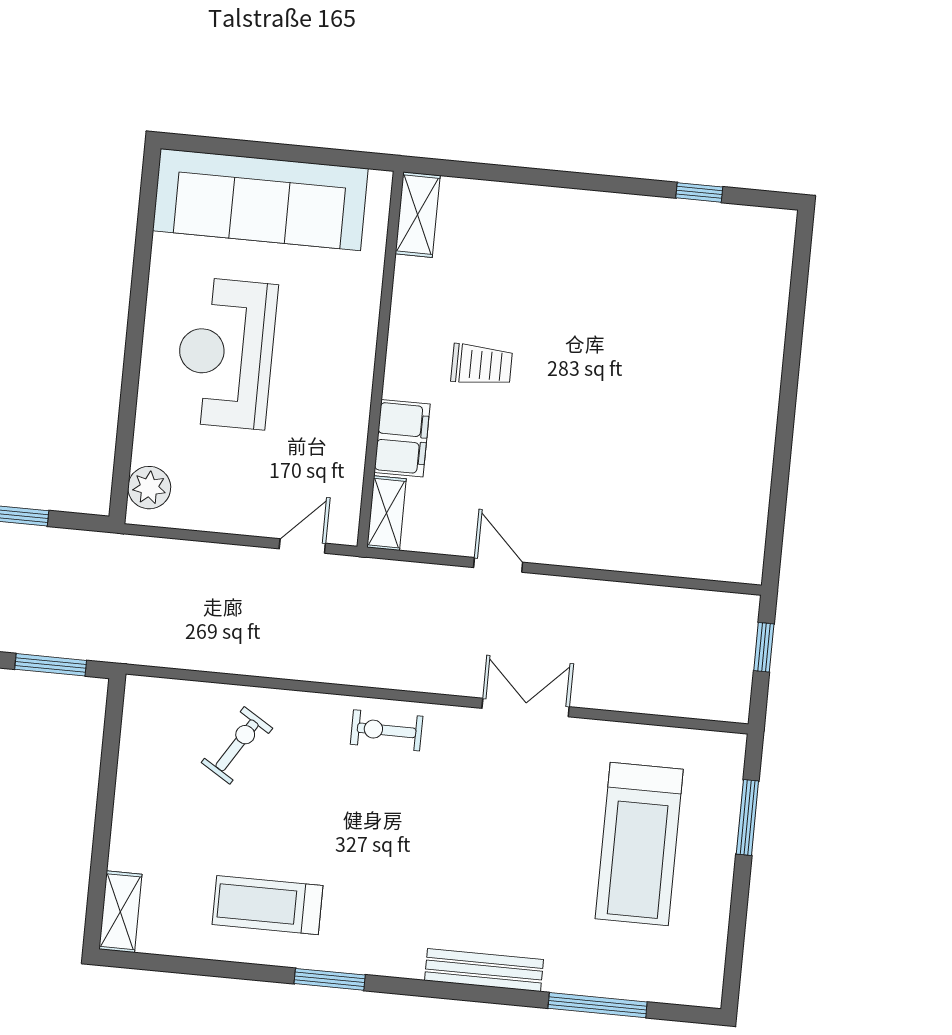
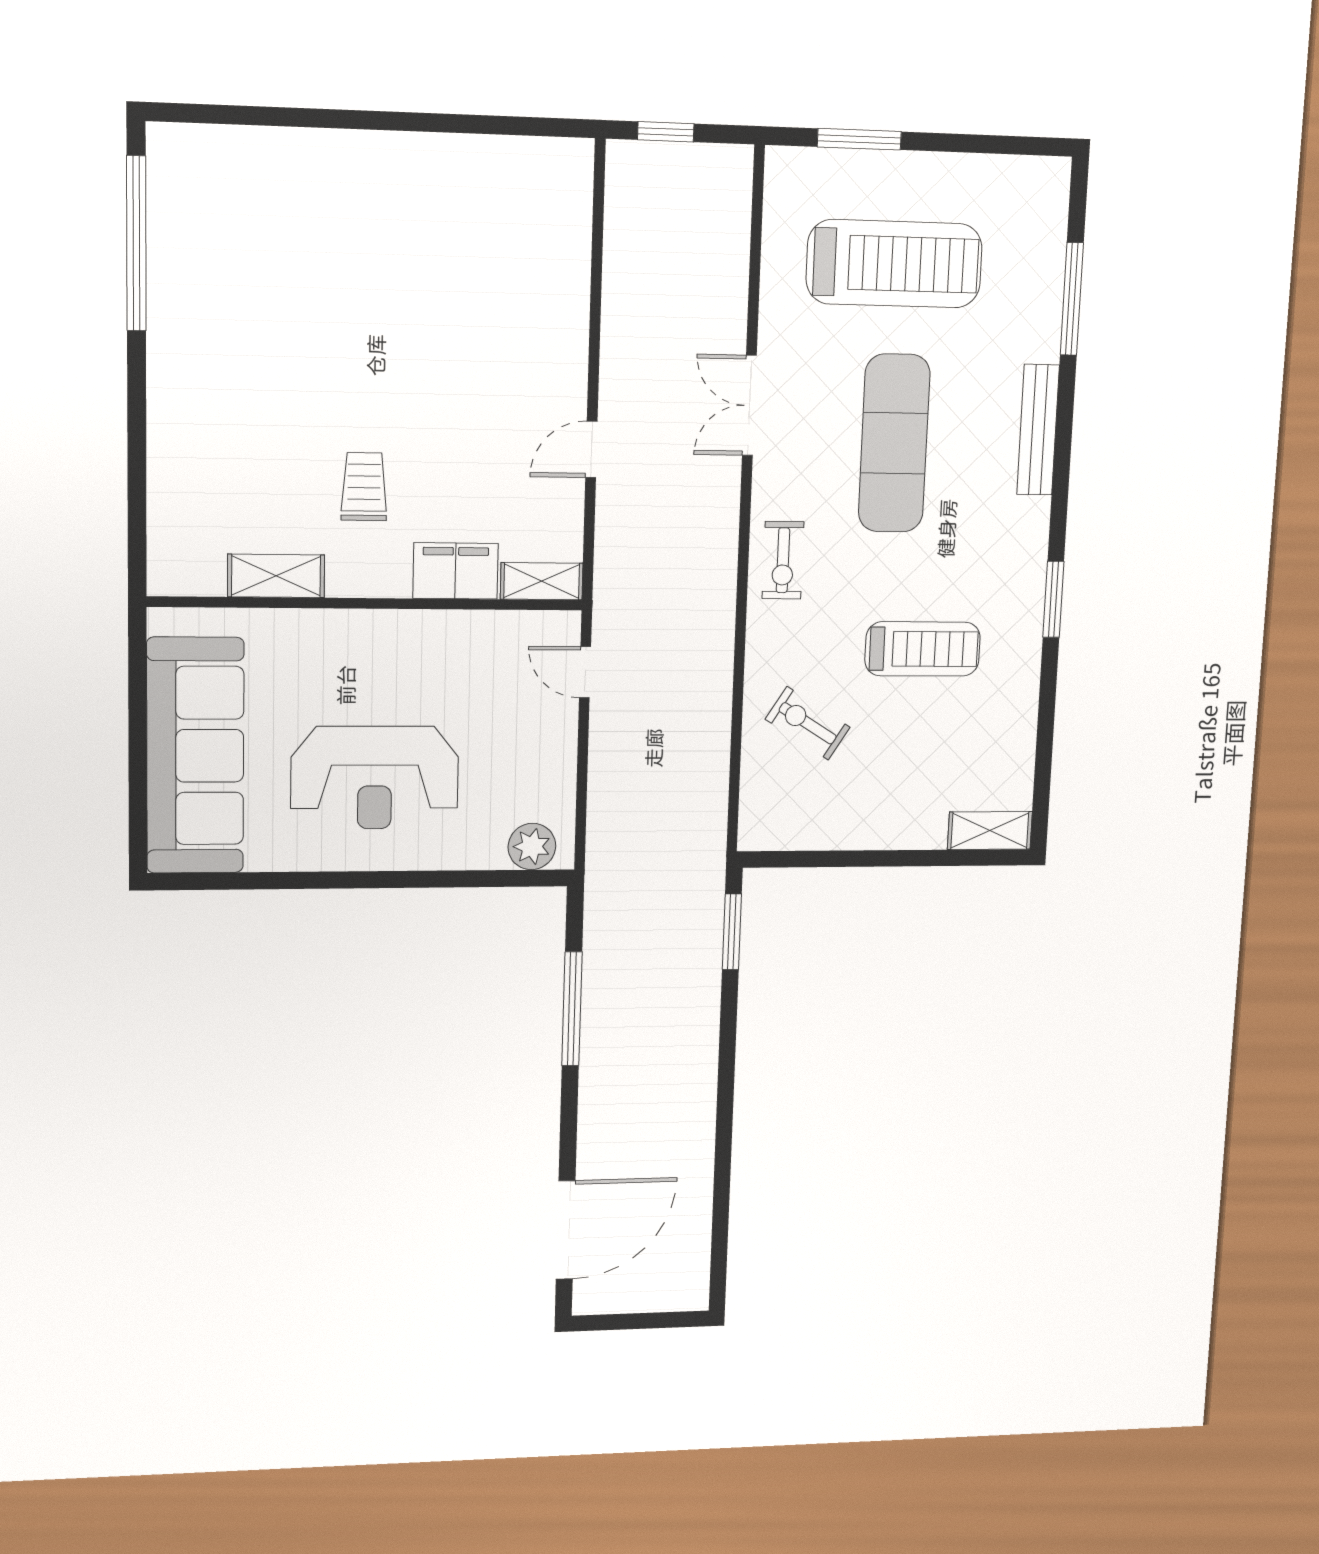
window: (699, 192) -> (136, 244), width x3.17
shelving: (418, 215) -> (276, 576), moved
exercise mat: (482, 837) -> (894, 443), added
treadmill: (267, 905) -> (923, 649), moved, turned -90

